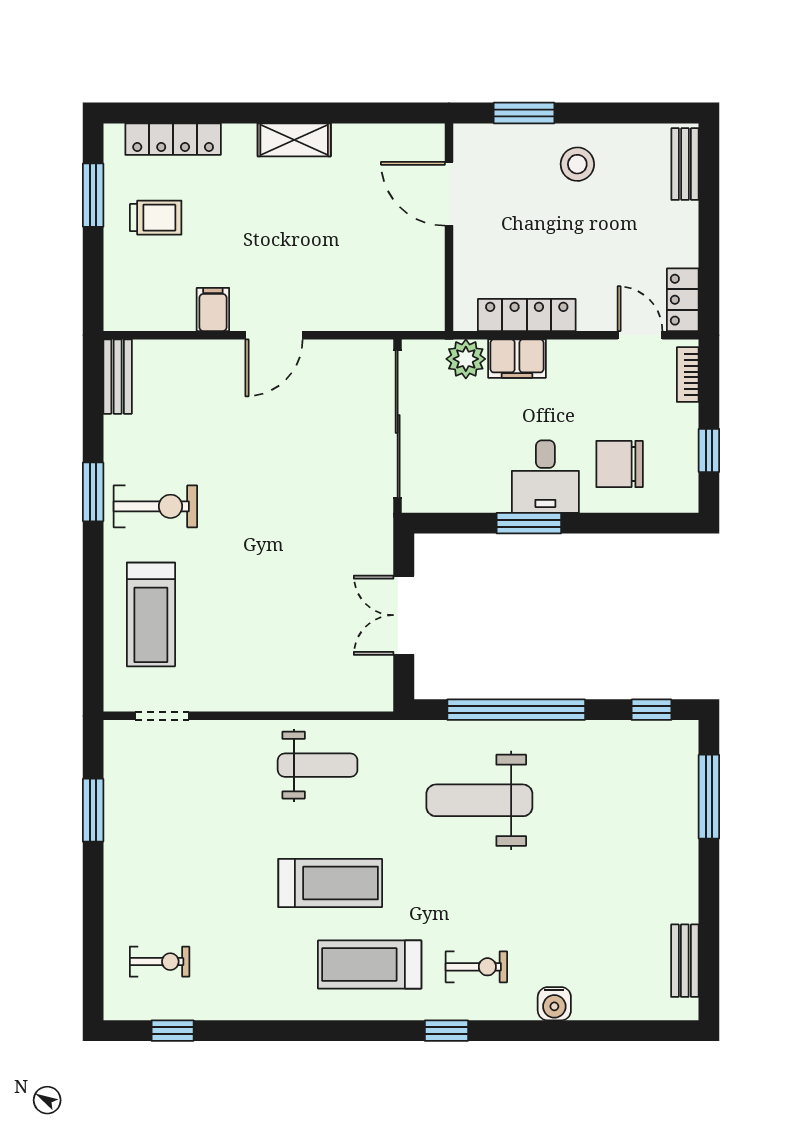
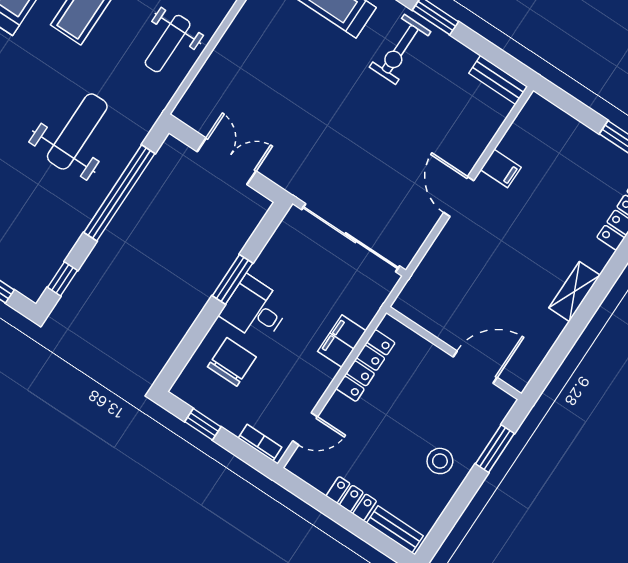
trolley: (156, 218) -> (583, 171), removed
locker: (683, 300) -> (351, 499), moved
plant: (466, 359) -> (363, 308), removed

